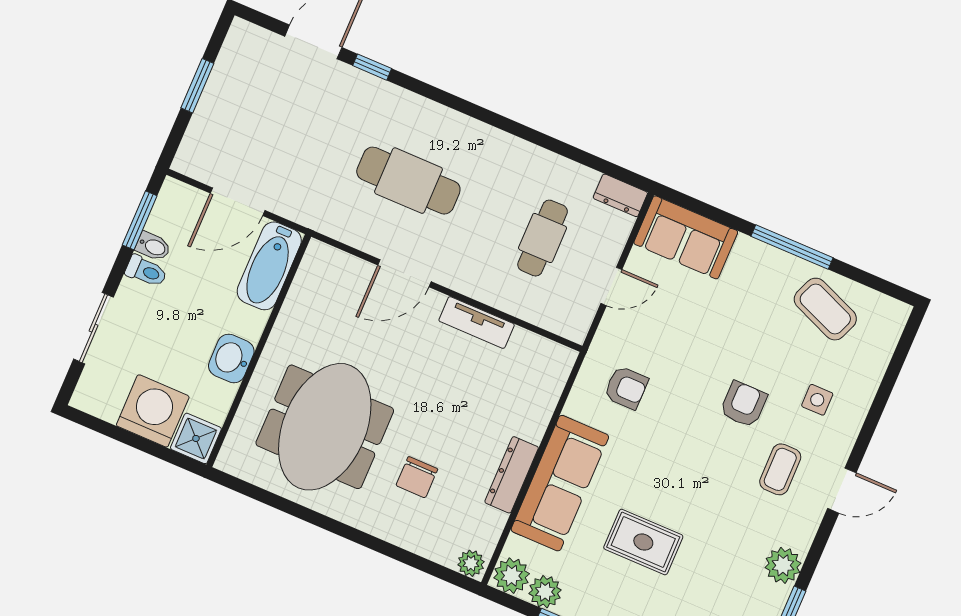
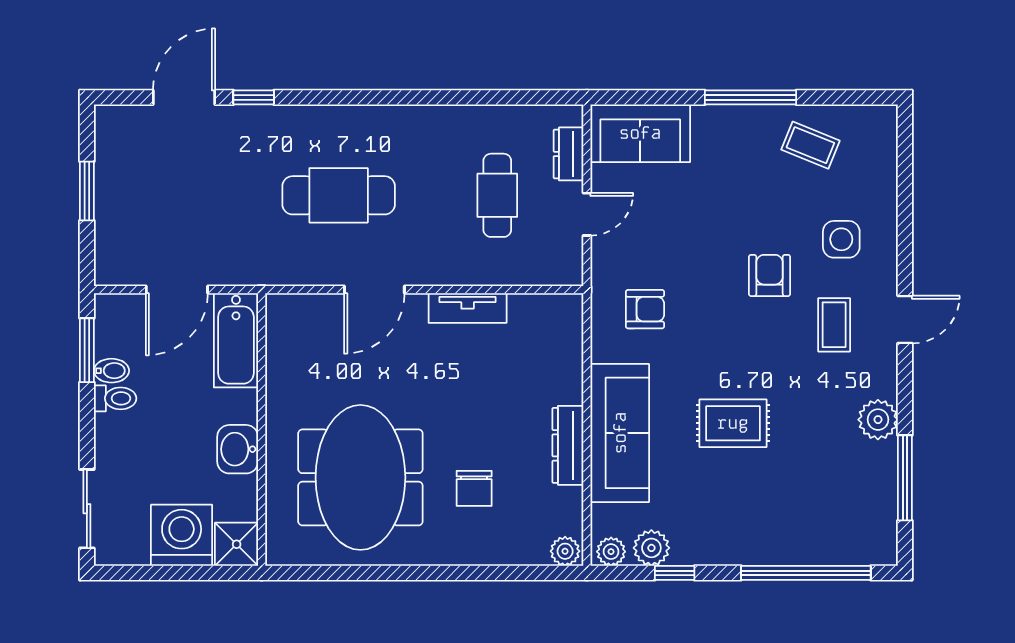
dresser: (620, 195) -> (568, 154), moved, turned 90
coffee table: (825, 309) -> (810, 145), width x0.73, depth x0.77
sliding door: (93, 328) -> (87, 509), moved
side table: (817, 400) -> (841, 239), width x1.37, depth x1.37
rug: (643, 542) -> (733, 423), moved
plant: (512, 576) -> (611, 552), width x0.73, depth x0.73

